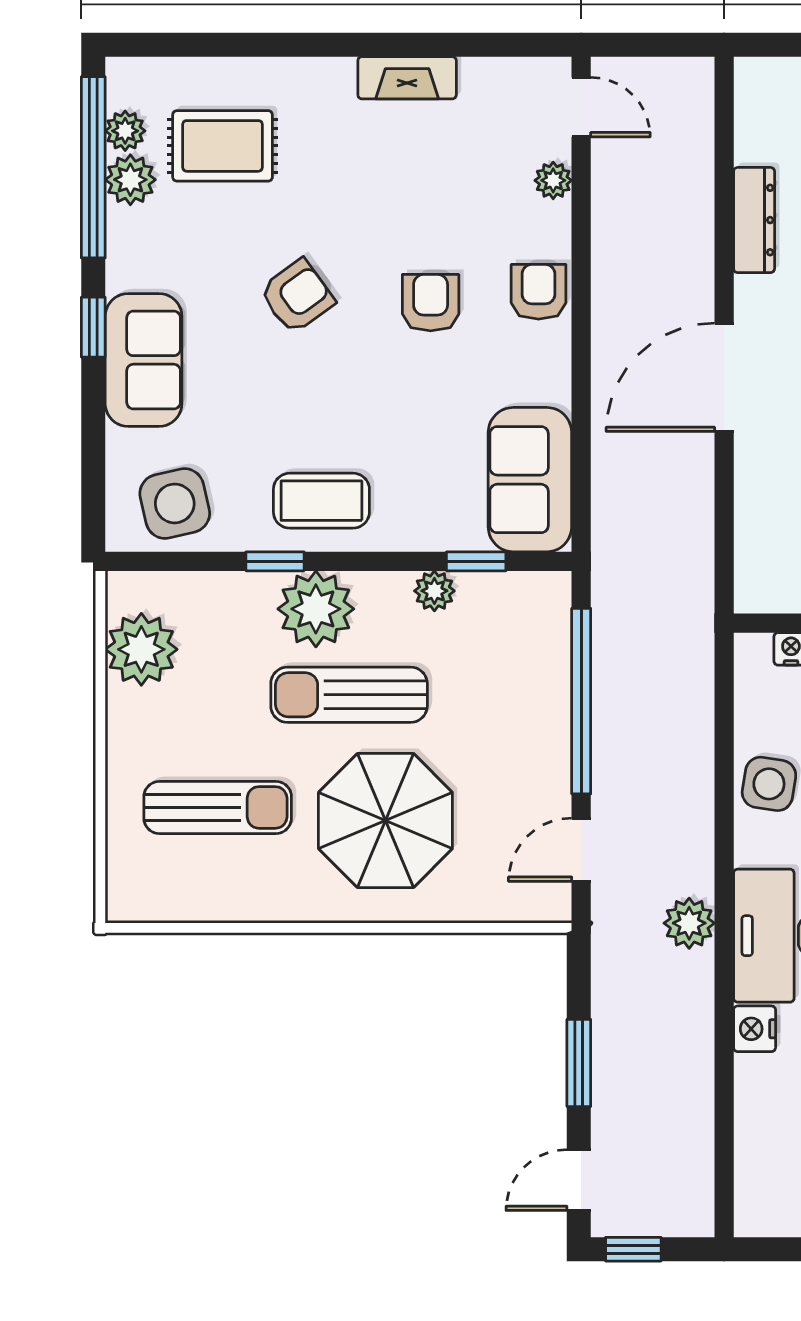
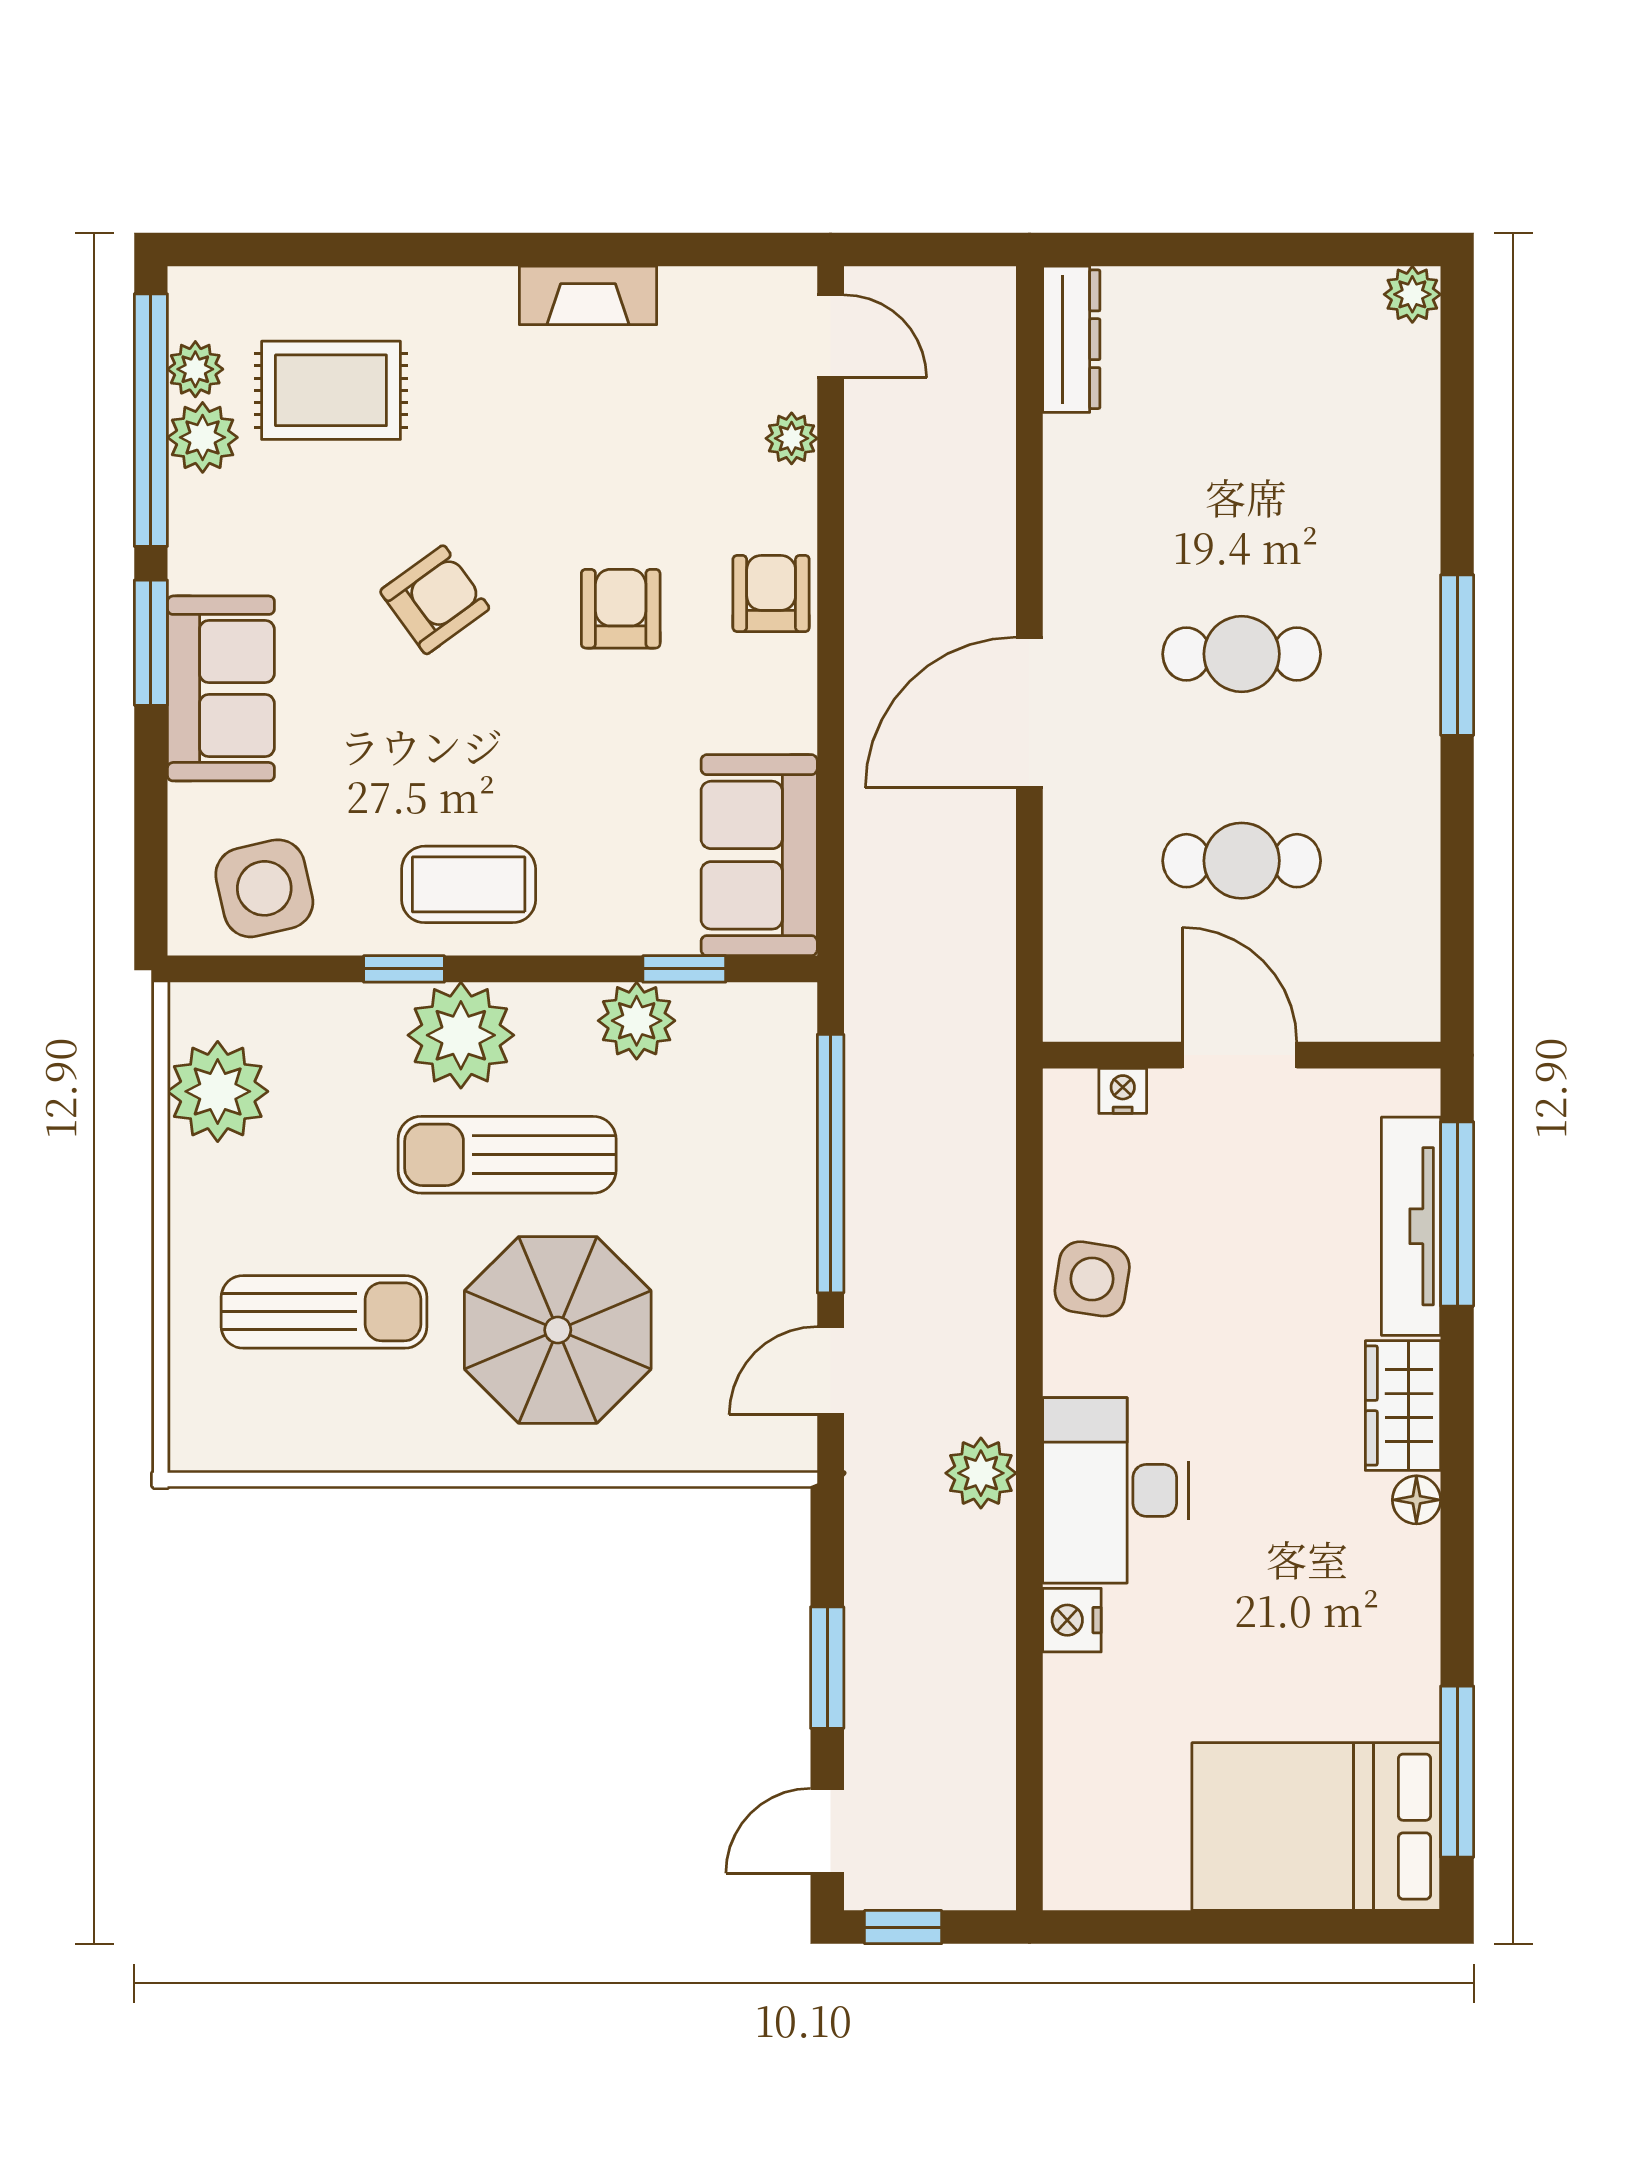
dresser: (754, 220) -> (1071, 339), moved
window: (93, 327) -> (151, 643), width x1.50
plant: (434, 591) -> (637, 1021), width x1.38, depth x1.38

